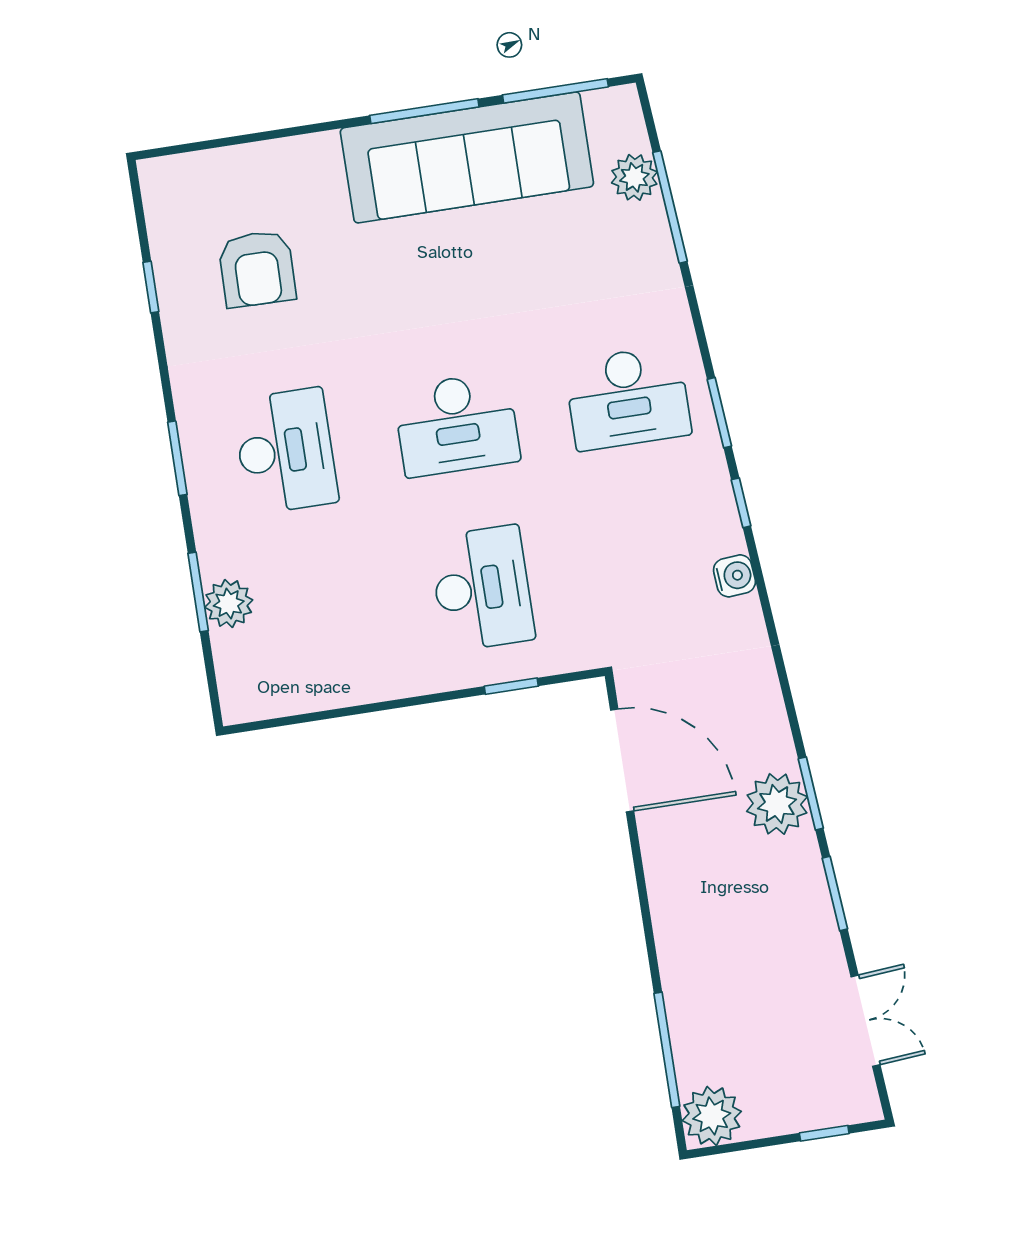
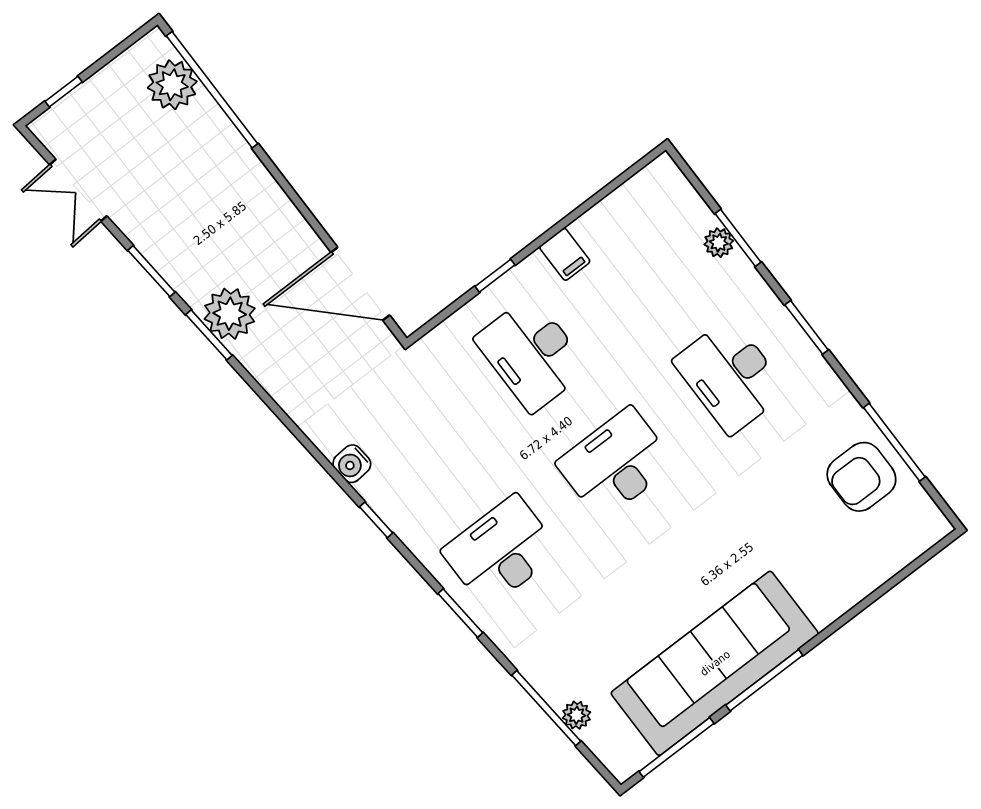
plant: (634, 177) -> (577, 715), width x0.73, depth x0.73
armchair: (257, 269) -> (861, 477), moved, turned -91
window: (151, 287) -> (894, 442), width x2.17
window: (719, 413) -> (460, 613), moved
plant: (229, 604) -> (719, 243), width x0.73, depth x0.73
filing cabinet: (390, 674) -> (565, 254), added
window: (511, 686) -> (495, 276), moved
window: (667, 1050) -> (212, 90), width x1.46
plant: (712, 1116) -> (172, 85), moved

